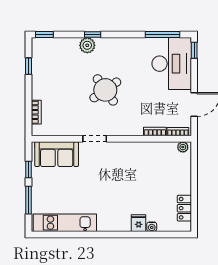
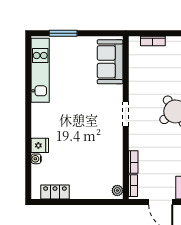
doorway: (95, 139) -> (126, 114), moved
window: (29, 170) -> (94, 33), removed

